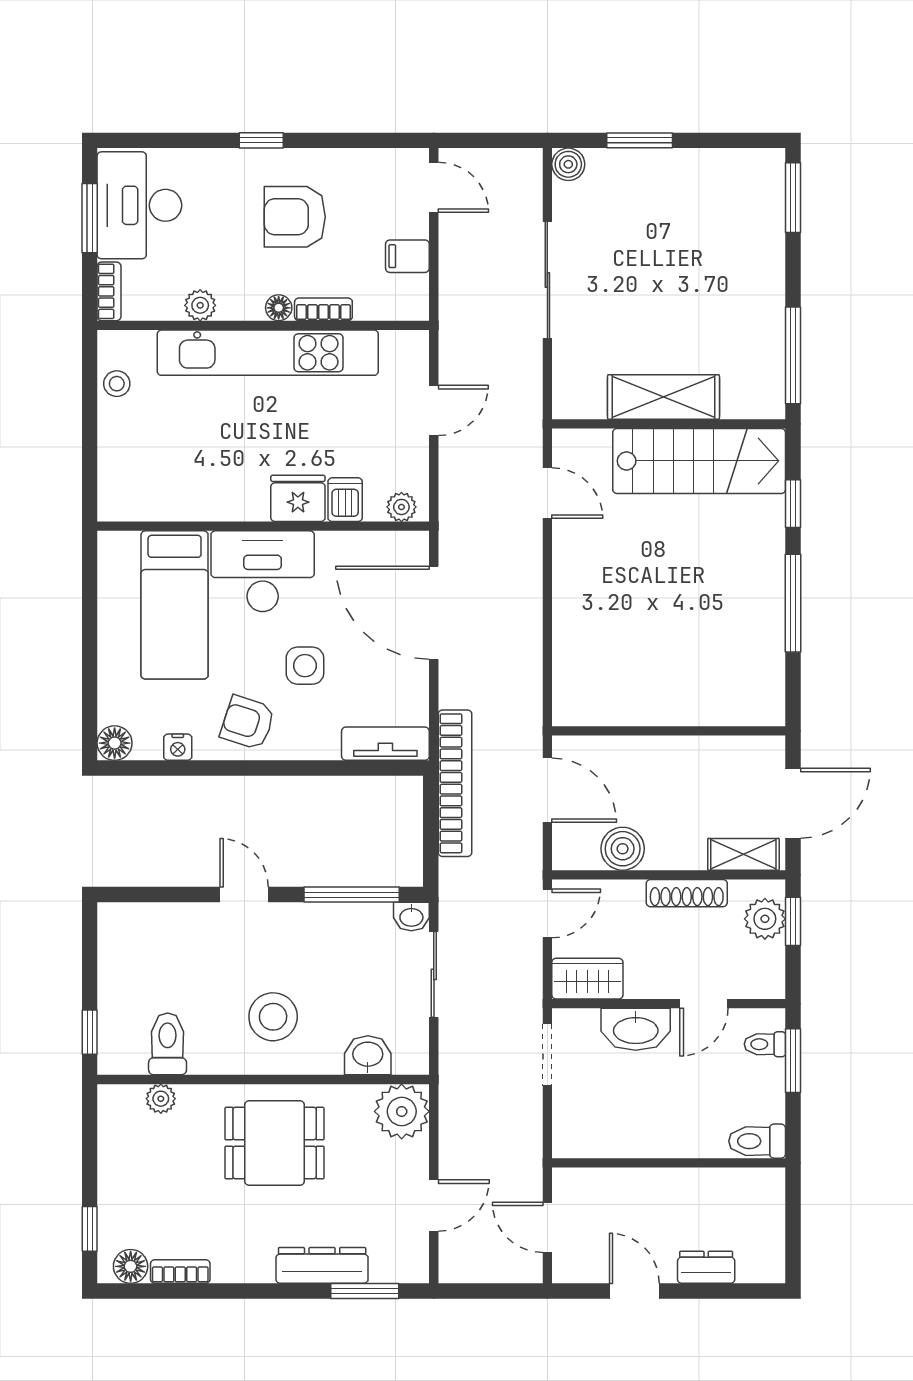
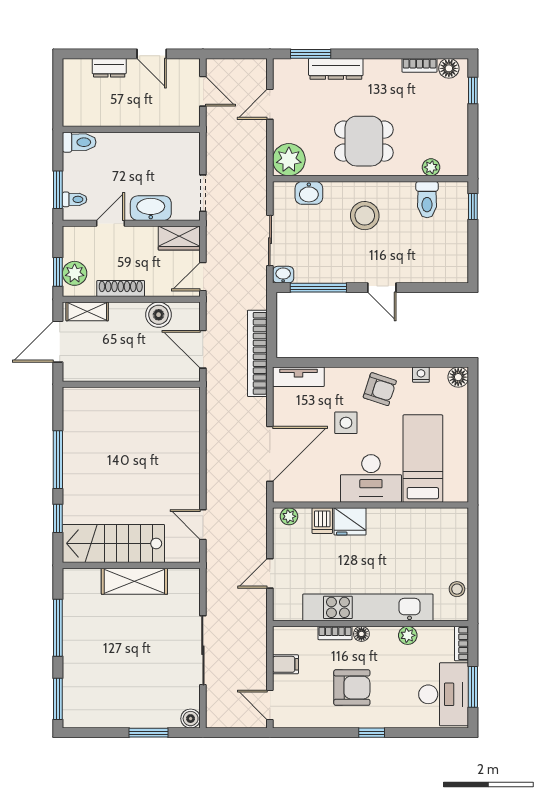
window: (793, 355) -> (58, 628), moved
door: (434, 613) -> (270, 454), hinge flipped

